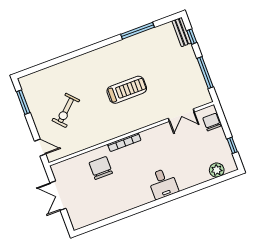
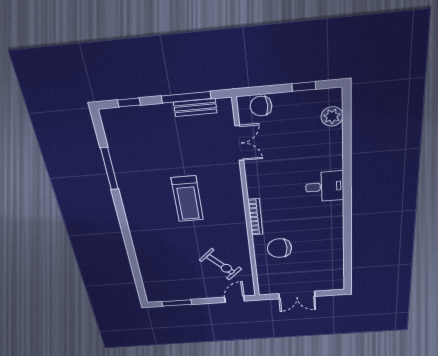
bench: (182, 32) -> (195, 108), moved
treadmill: (127, 90) -> (187, 199), turned 180
exercise bike: (66, 110) -> (221, 264), moved

